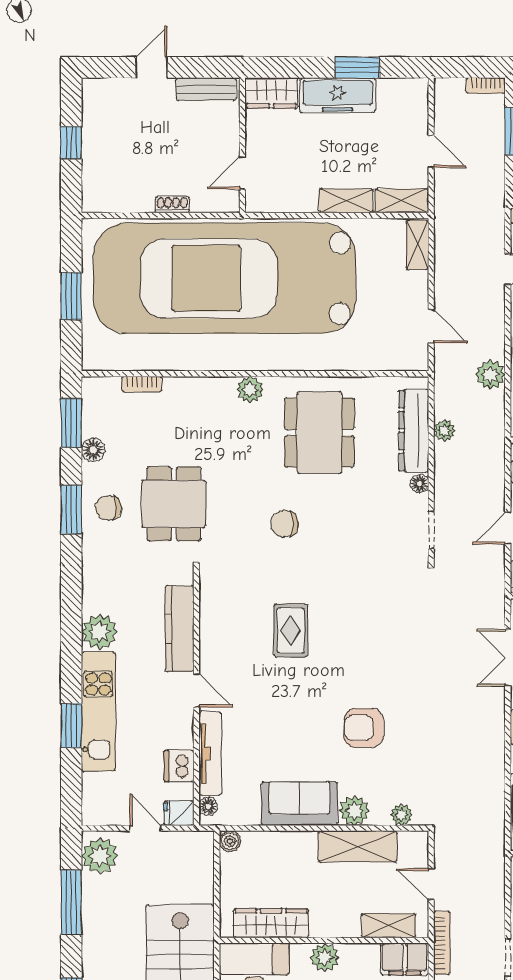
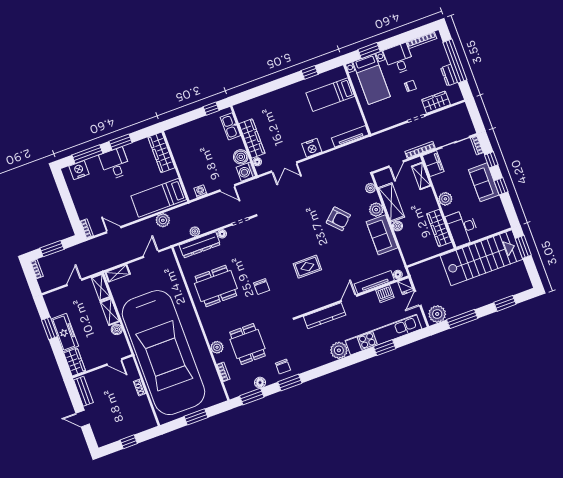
boiler: (305, 202) -> (117, 329), added
plant: (250, 390) -> (217, 347), moved
dining table: (174, 504) -> (247, 344), moved, turned 90
kitchen unit: (98, 711) -> (384, 335), width x1.36
armchair: (364, 728) -> (338, 219), turned -43
boiler: (230, 841) -> (397, 226), moved

